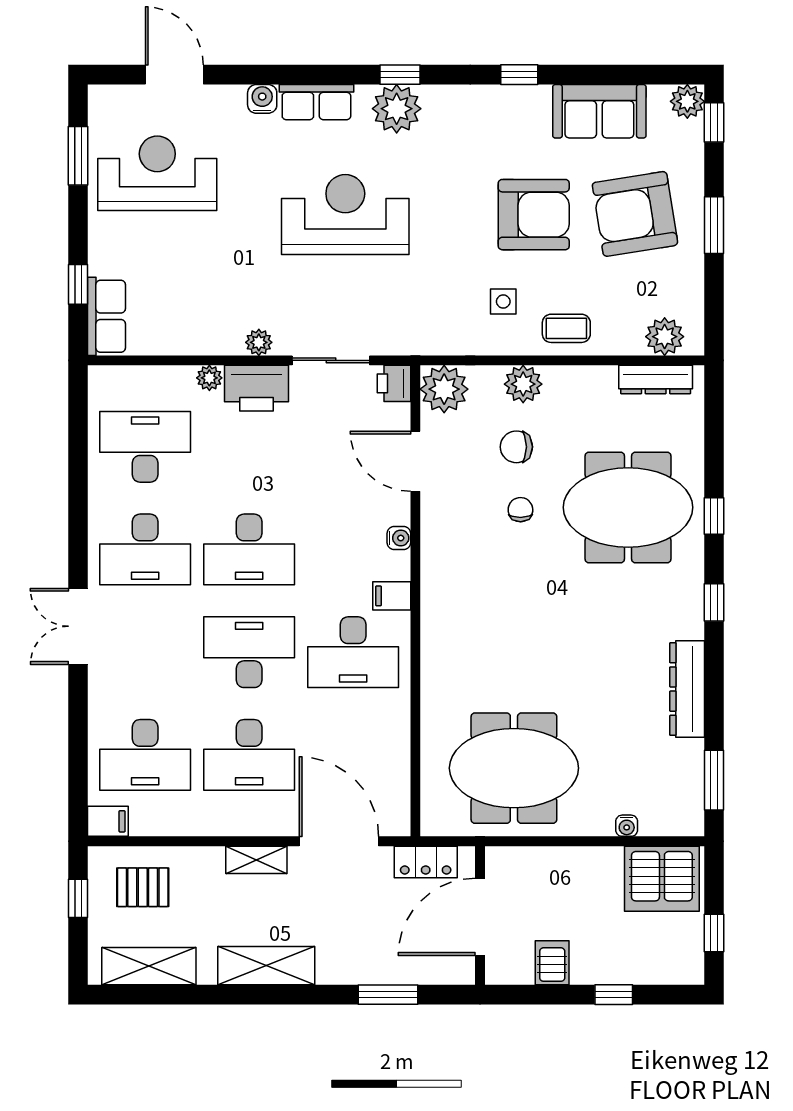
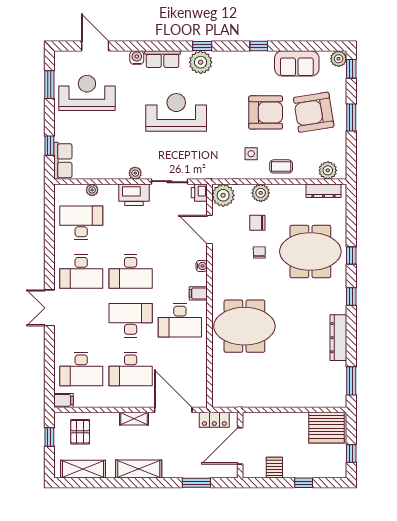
plant: (209, 378) -> (92, 190), moved
meeting table: (514, 768) -> (244, 326), moved
water cooler: (627, 826) -> (310, 403), removed
pallet: (143, 887) -> (80, 432), turned 90

